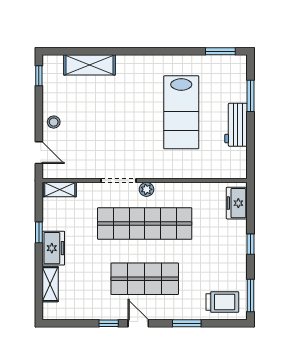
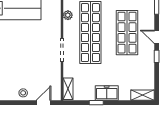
plant: (147, 189) -> (68, 15), moved
shelving: (50, 284) -> (142, 95), moved
door: (138, 323) -> (157, 37), hinge flipped

